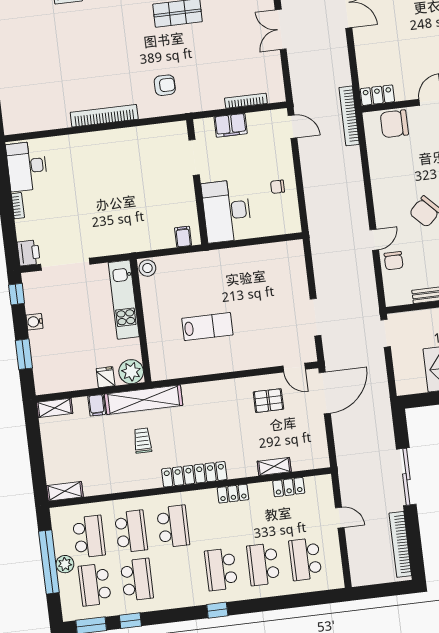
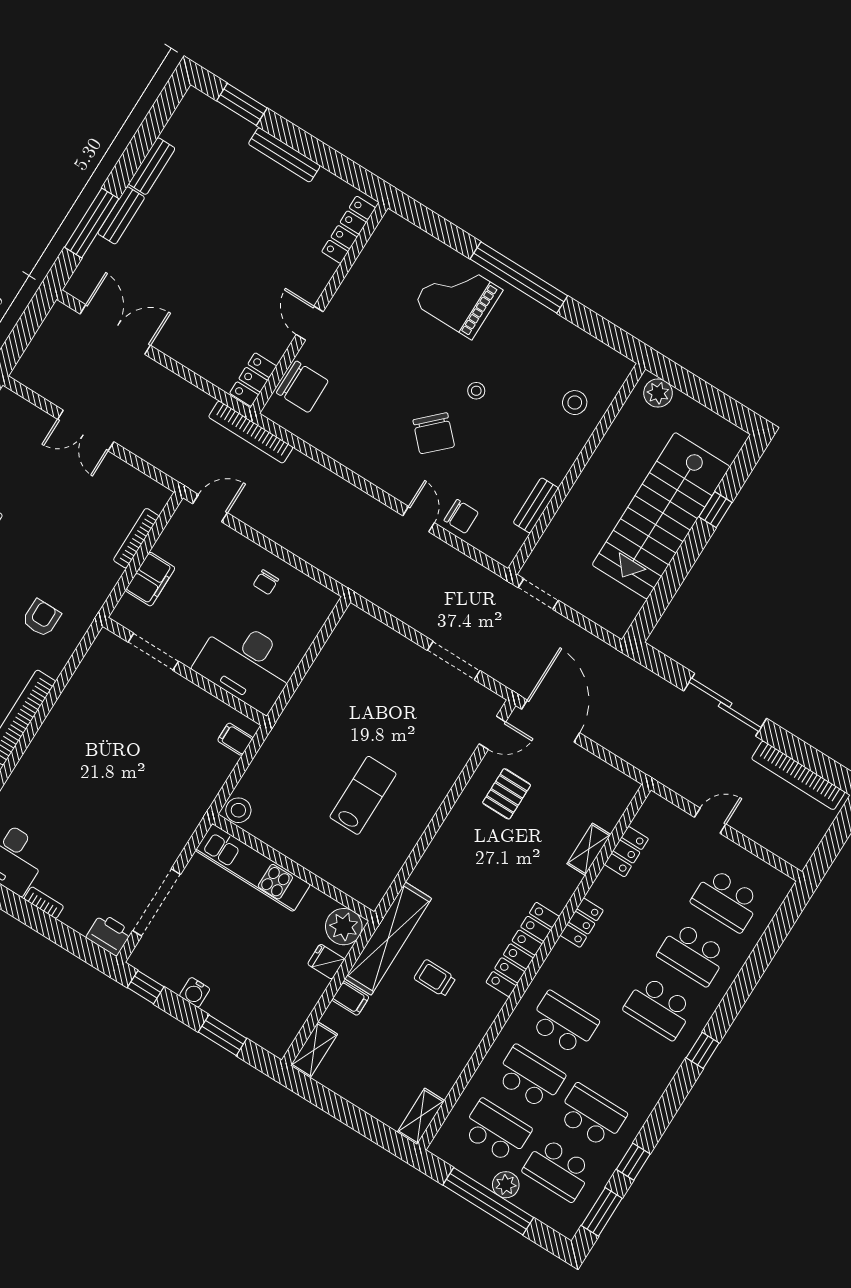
chair: (394, 124) -> (302, 387), turned -90

